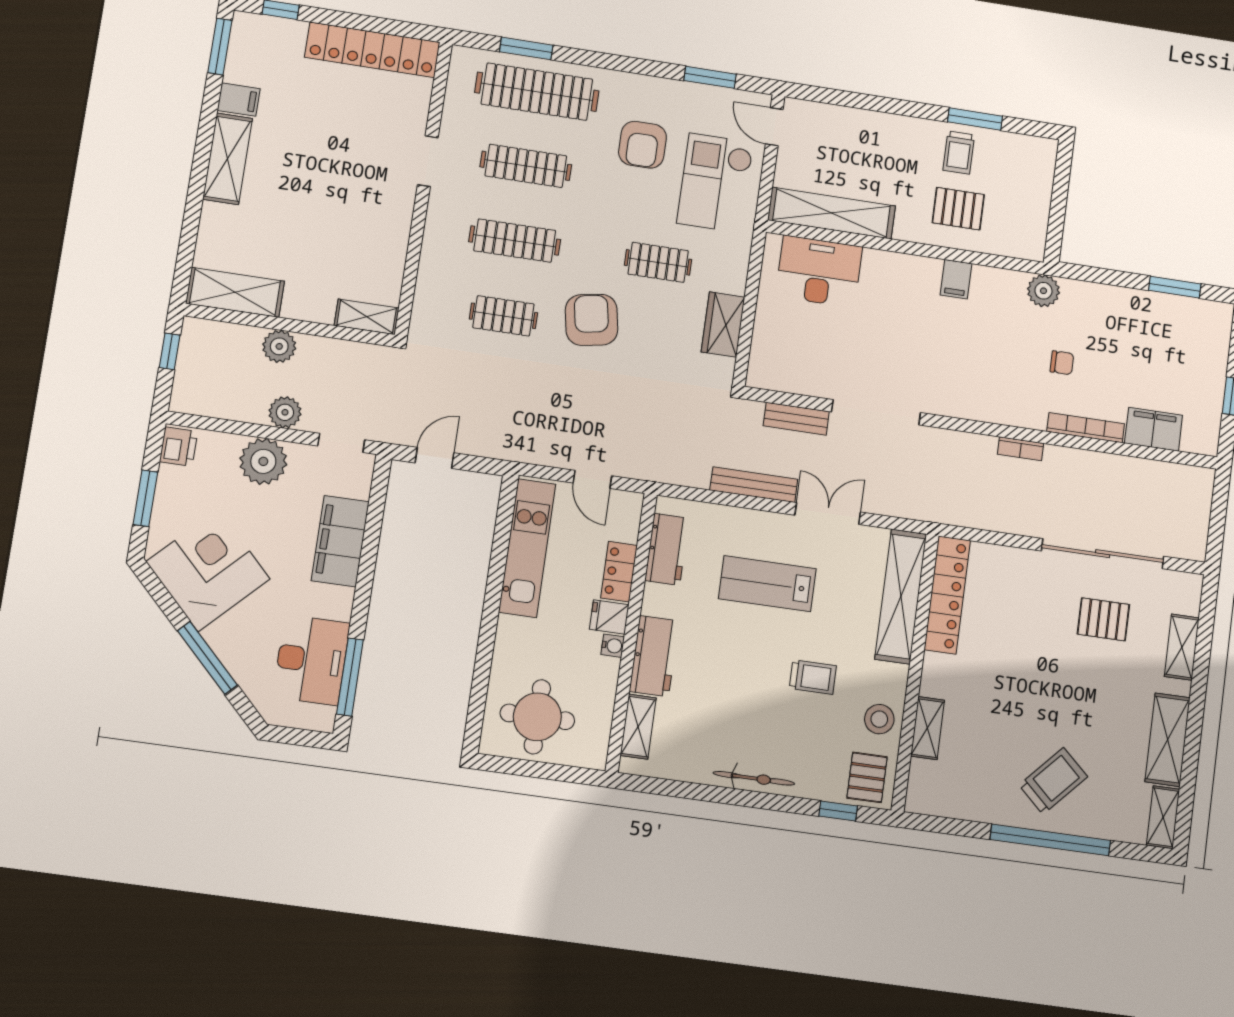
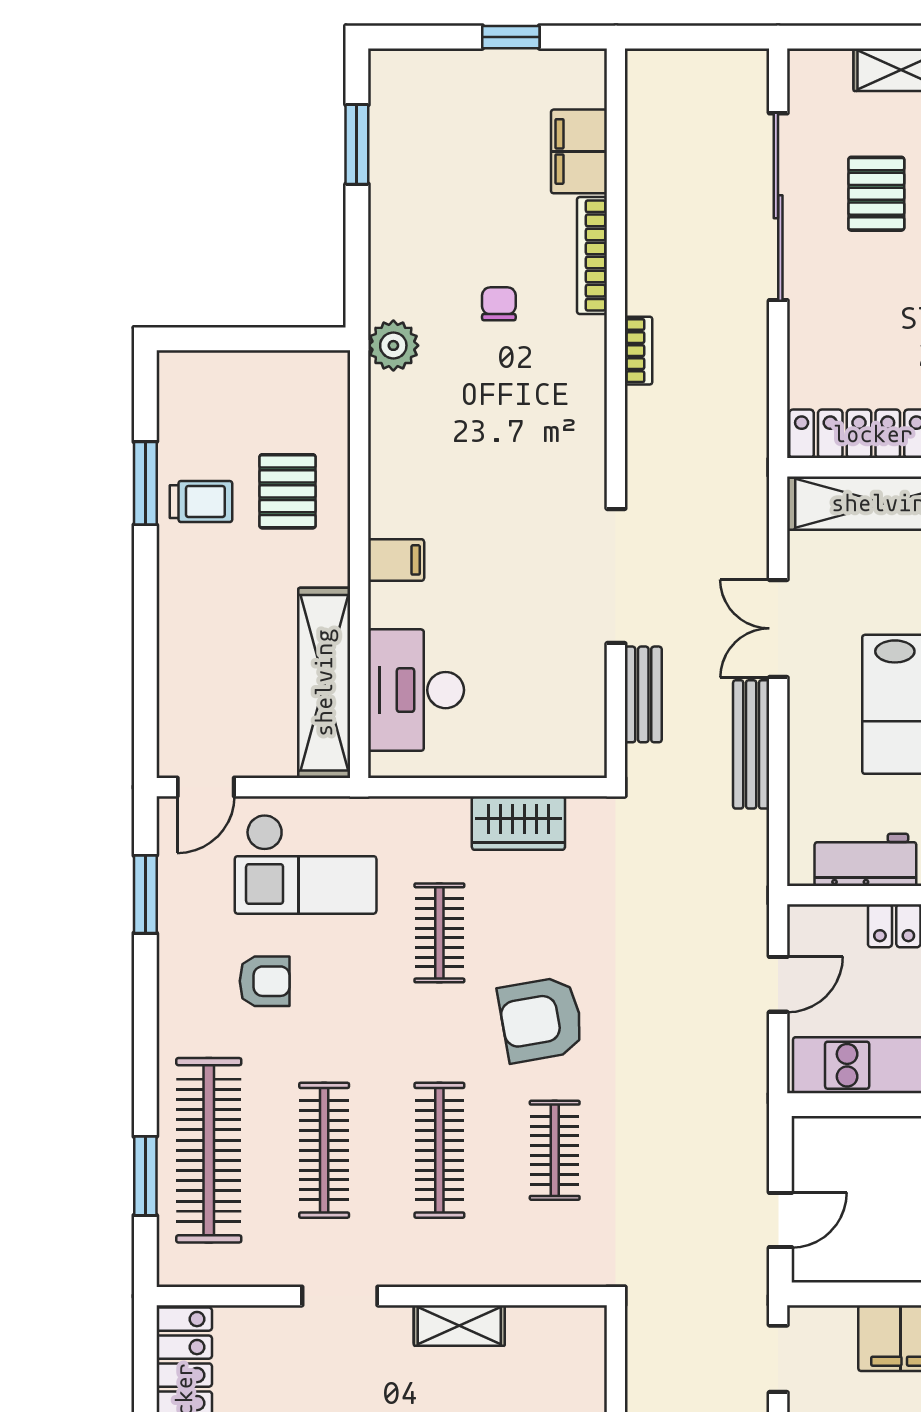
armchair: (642, 145) -> (265, 981), width x0.72, depth x0.72
filing cabinet: (956, 279) -> (396, 560), moved
shelving: (367, 317) -> (459, 1325), moved, turned 90
door: (434, 458) -> (780, 1220), swing flipped

